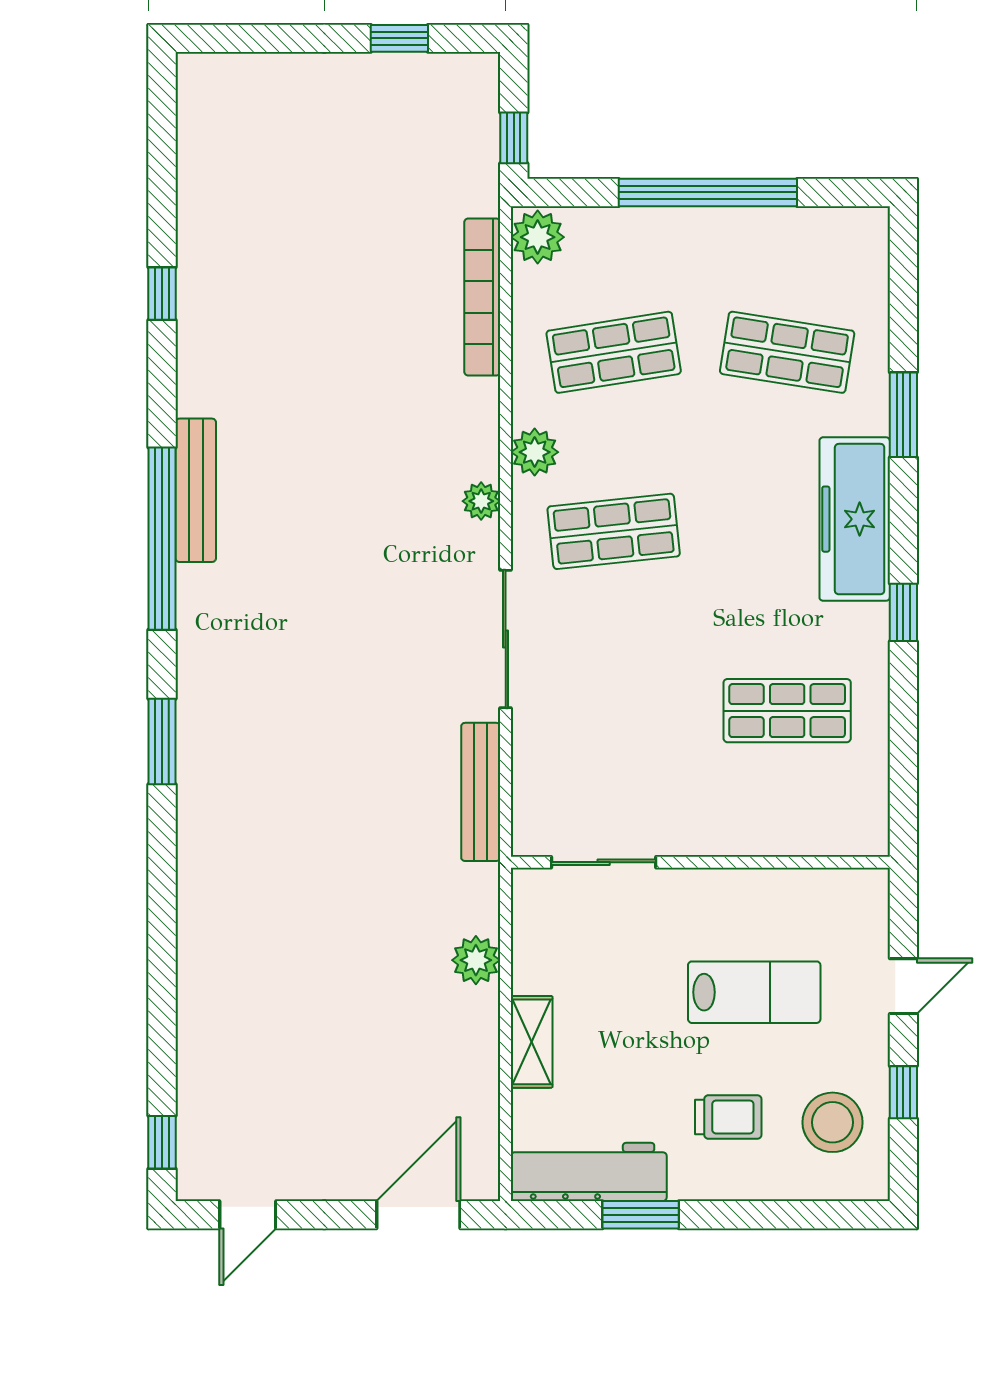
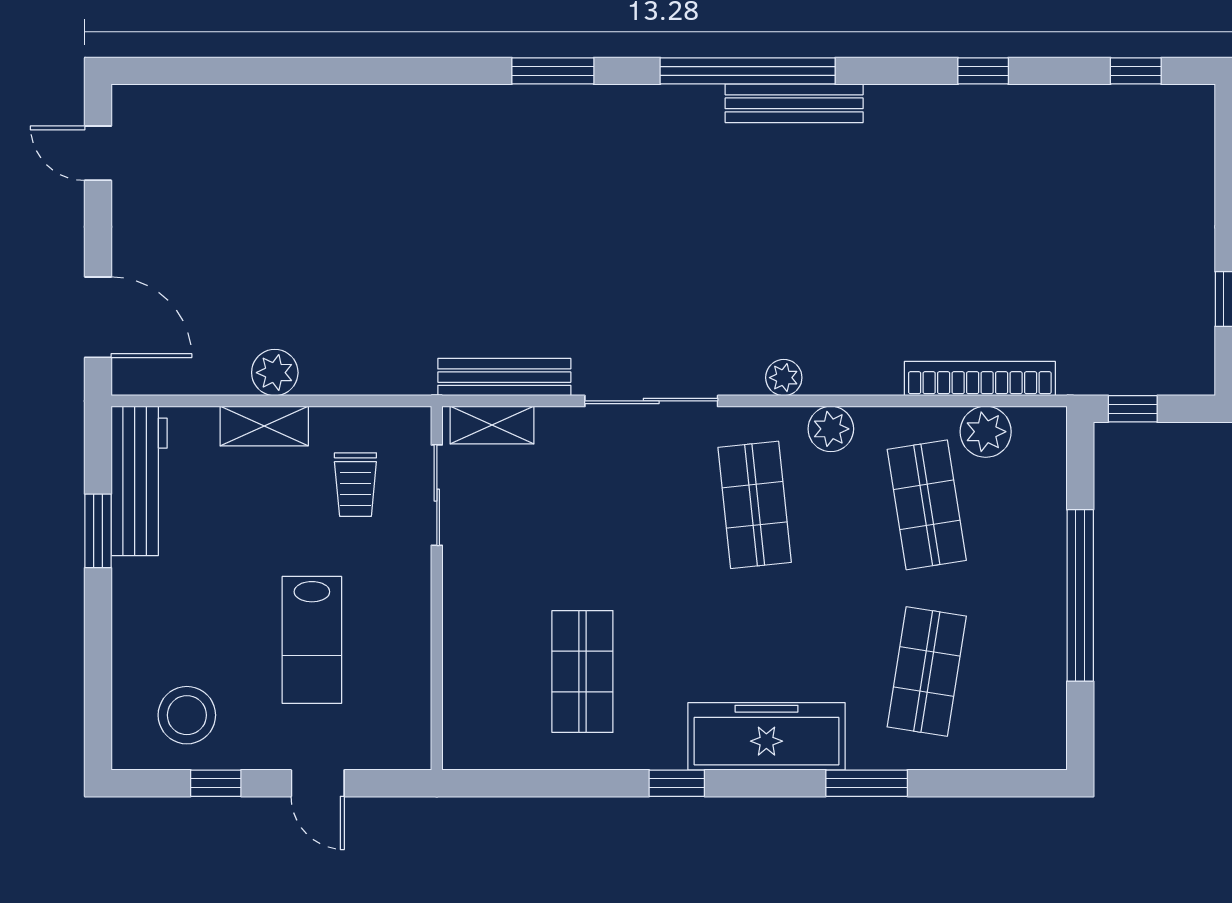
plant: (538, 237) -> (986, 432), moved
shelving: (531, 805) -> (492, 425), added
plant: (476, 960) -> (275, 373), moved
trolley: (728, 1117) -> (355, 485), moved
window: (162, 1142) -> (1136, 71), moved

